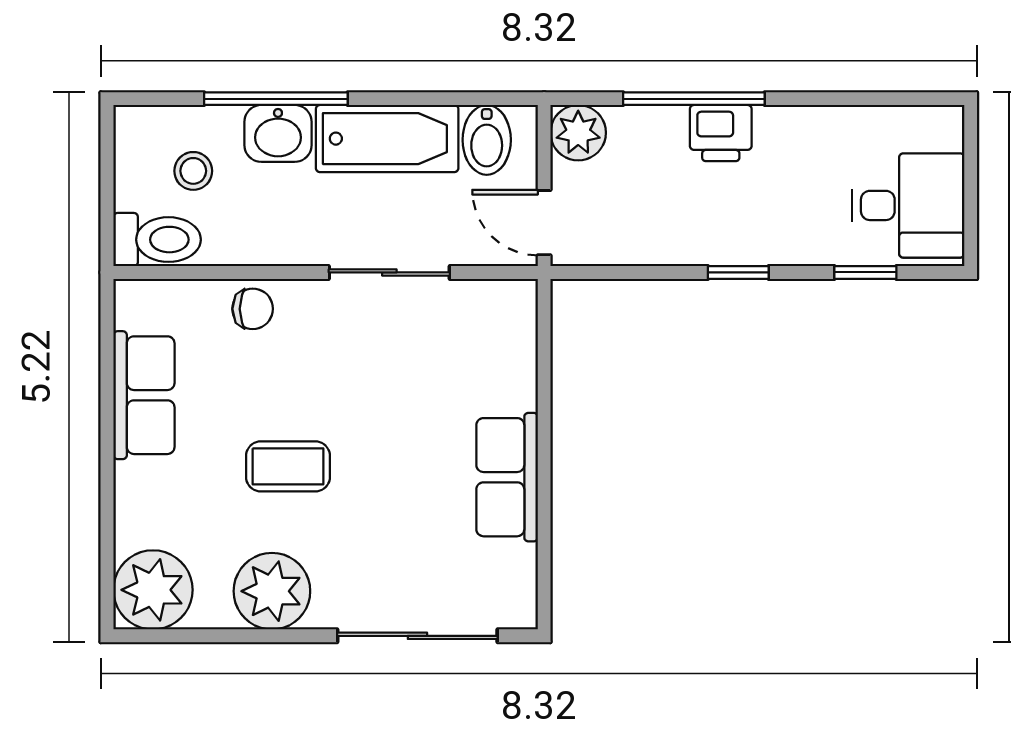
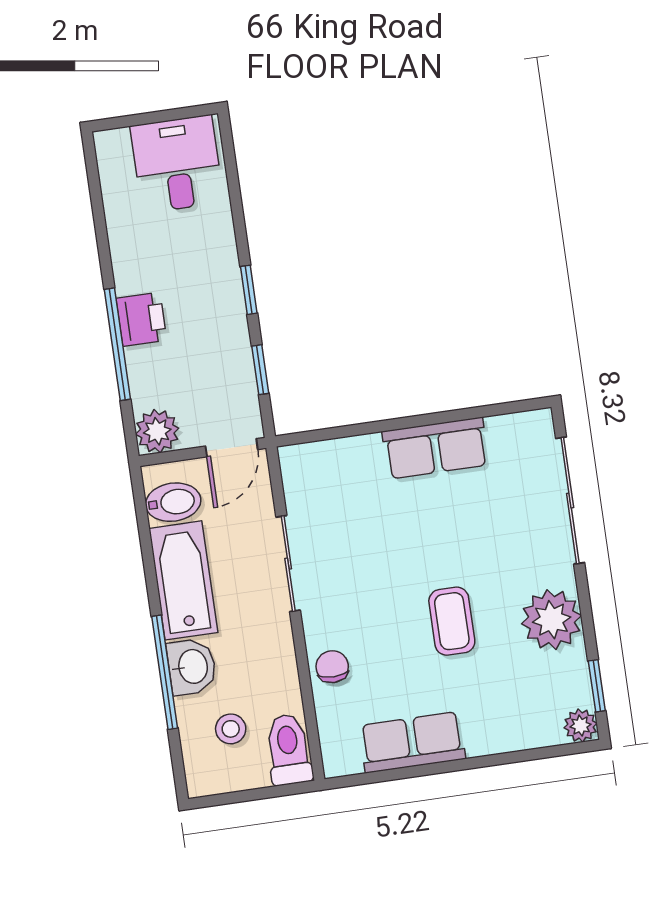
window: (865, 272) -> (260, 370), moved
plant: (153, 590) -> (581, 726), width x0.53, depth x0.53
window: (181, 636) -> (597, 686), added

